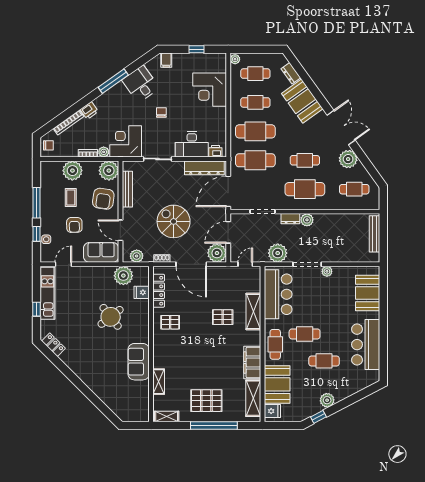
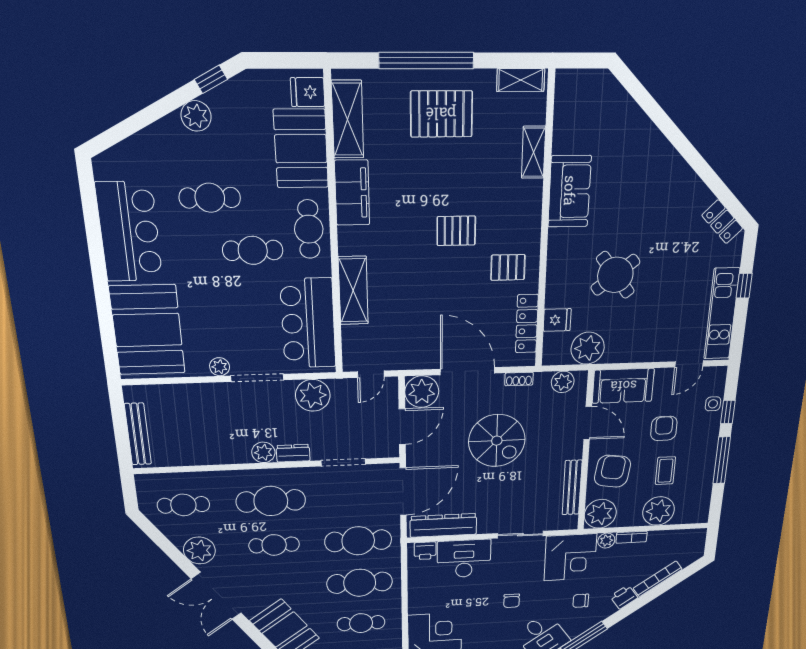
chair: (48, 145) -> (581, 601), moved
booth: (368, 293) -> (147, 330), width x1.36, depth x1.42
pallet: (223, 317) -> (456, 231), moved

